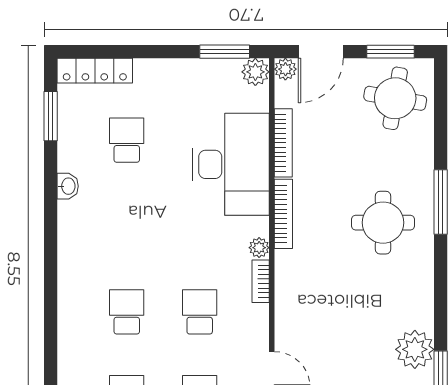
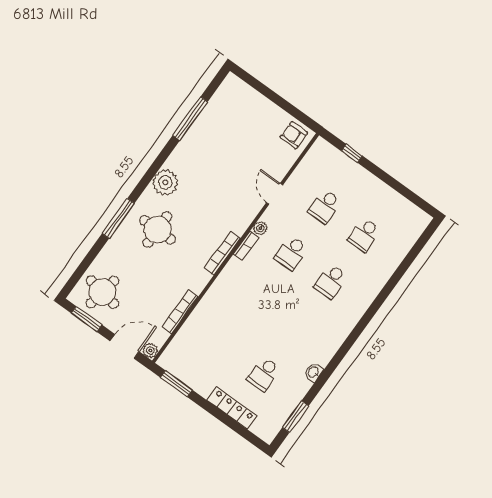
locker: (95, 71) -> (232, 408), moved
plant: (255, 72) -> (168, 361), removed
desk: (231, 164) -> (217, 320), removed
bookcase: (283, 214) -> (222, 253), moved
plant: (259, 248) -> (260, 228), moved
plant: (415, 349) -> (165, 182), moved

